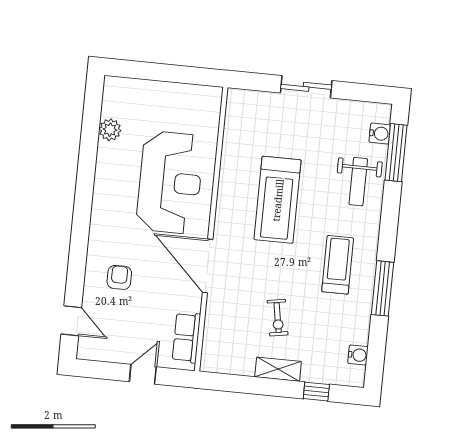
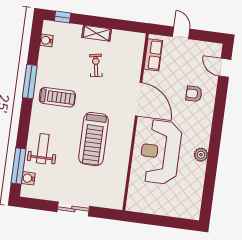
plant: (110, 130) -> (201, 155), moved
treadmill: (278, 200) -> (94, 139), turned 180
treadmill: (338, 265) -> (57, 97), turned -90
armchair: (119, 277) -> (194, 94), turned 90
door: (143, 374) -> (181, 33), swing flipped
window: (316, 392) -> (63, 17), moved

